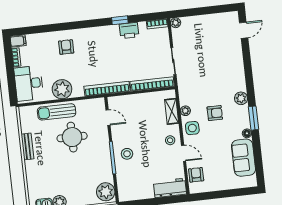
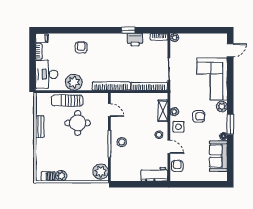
corner sofa: (226, 67) -> (212, 79), added

